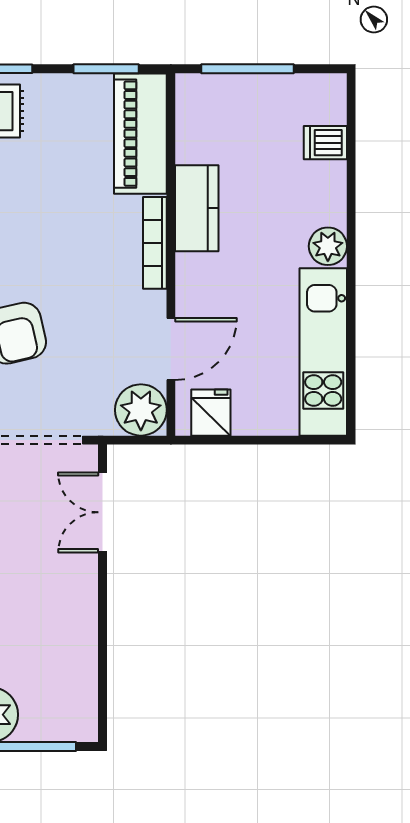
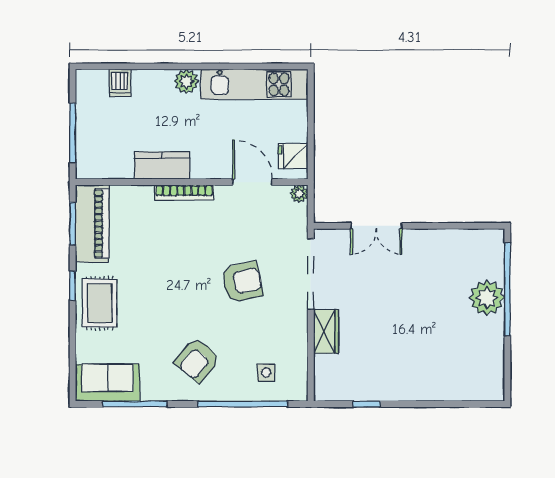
piano: (140, 134) -> (92, 223), moved, turned -90
plant: (141, 410) -> (299, 194), width x0.53, depth x0.53
double door: (102, 512) -> (376, 226), moved

